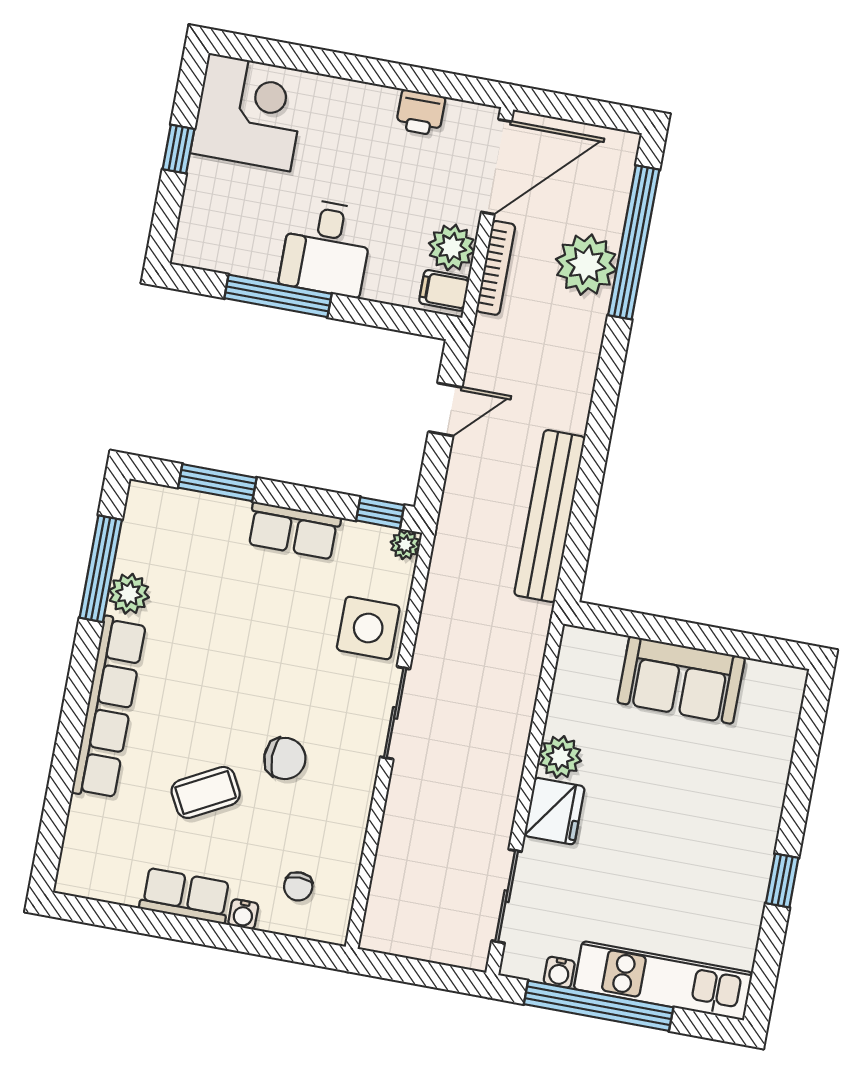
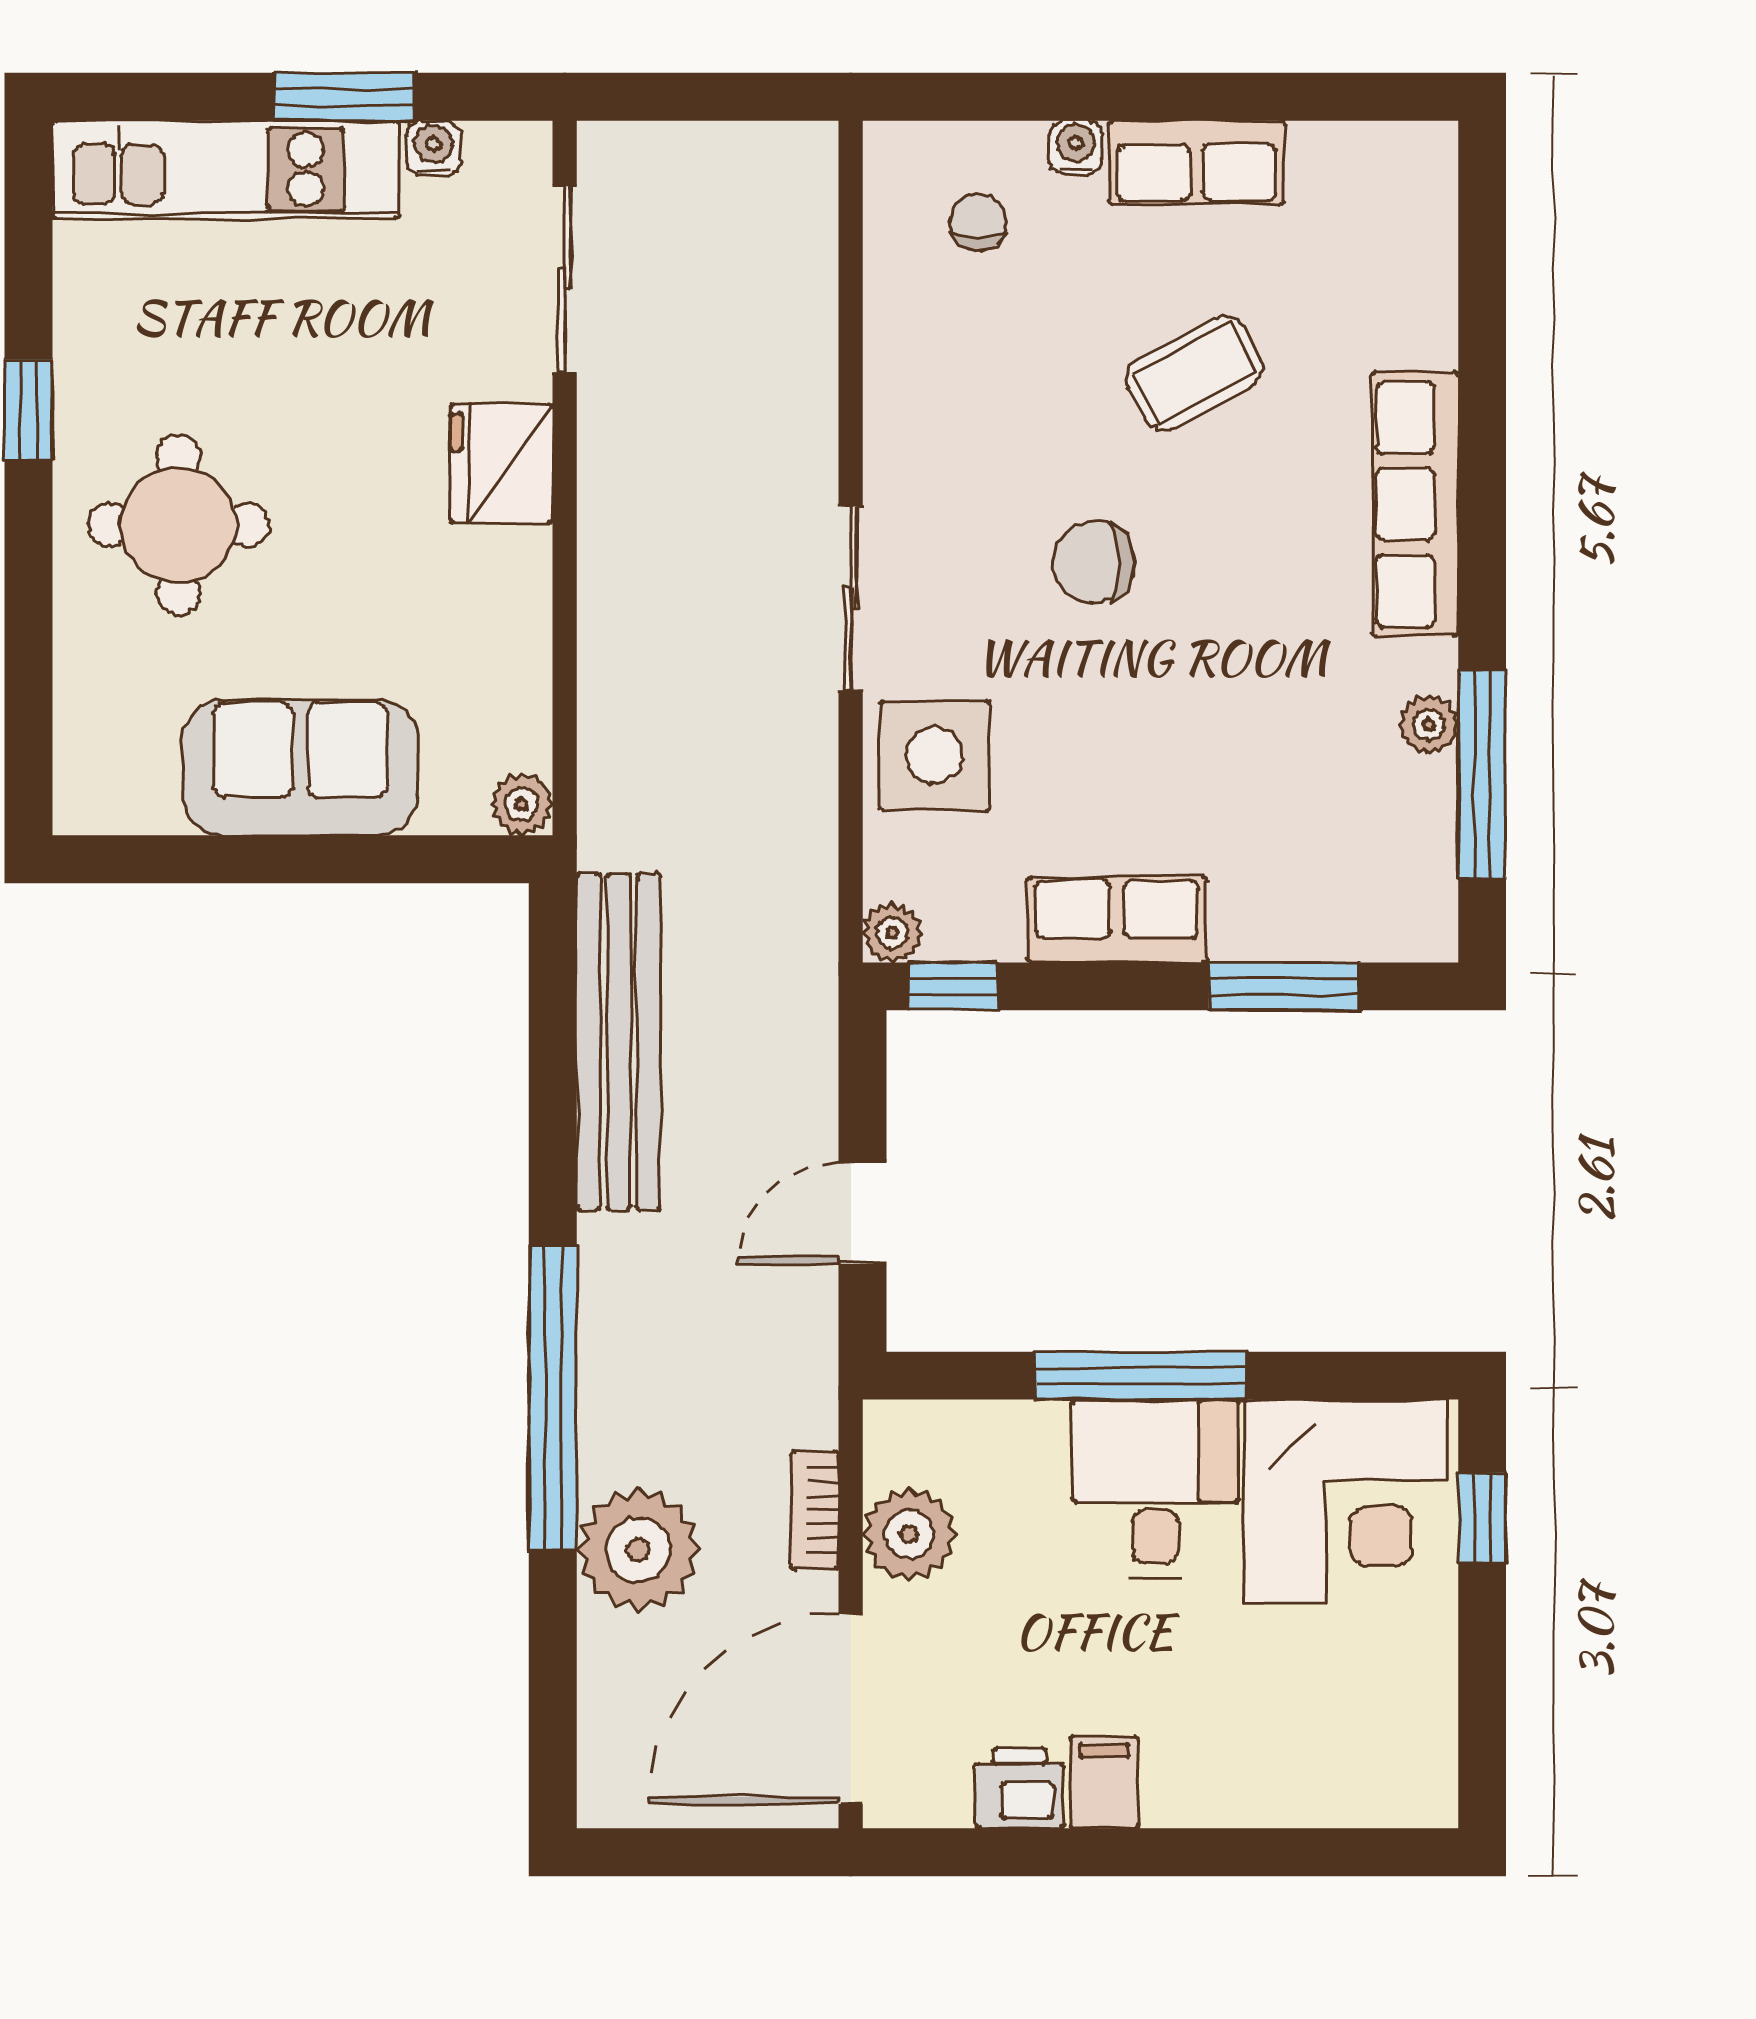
corner desk: (249, 112) -> (1346, 1501), moved, turned -90
window: (178, 149) -> (1482, 1518), moved
window: (634, 242) -> (553, 1398), moved
bookcase: (496, 268) -> (815, 1510), width x0.64
filing cabinet: (444, 290) -> (1104, 1783), moved, turned -90
window: (278, 296) -> (1140, 1376), moved
plant: (129, 594) -> (1429, 725), width x0.73, depth x0.73
row of seats: (109, 708) -> (1415, 504), width x0.73
plant: (560, 757) -> (522, 804), moved, width x0.73, depth x0.73
chair: (285, 758) -> (1094, 562), moved
round table: (719, 810) -> (179, 525), added
window: (599, 1006) -> (344, 97), width x0.47

